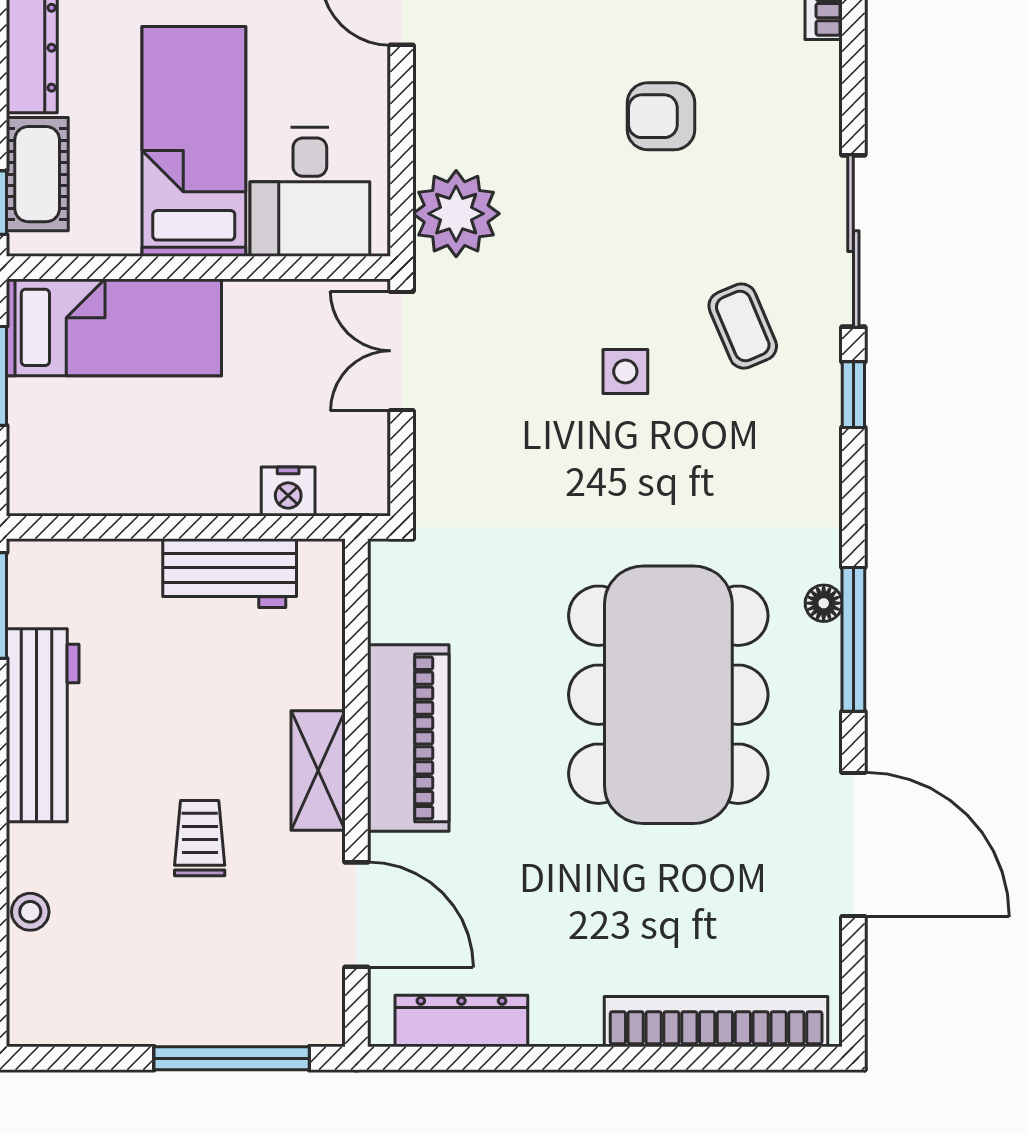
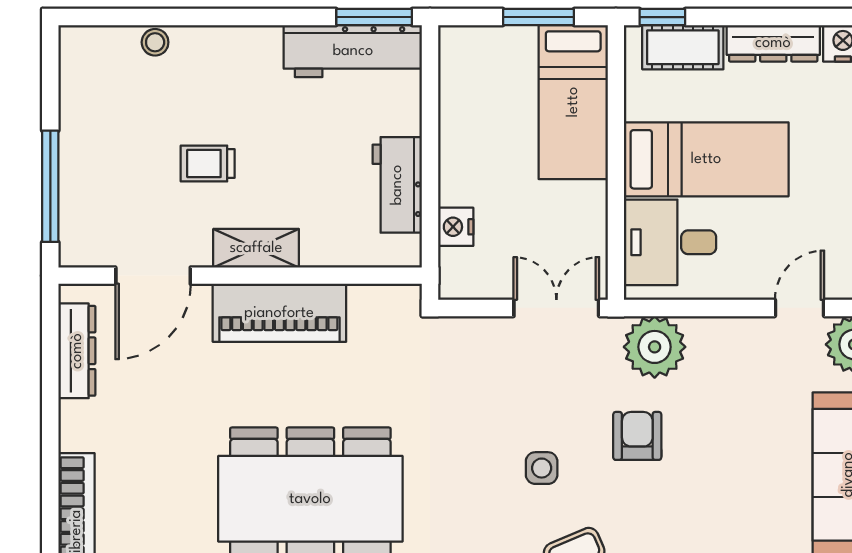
armchair: (661, 116) -> (637, 436), moved
workbench: (43, 725) -> (353, 51), moved
trolley: (200, 838) -> (208, 164), turned 180

